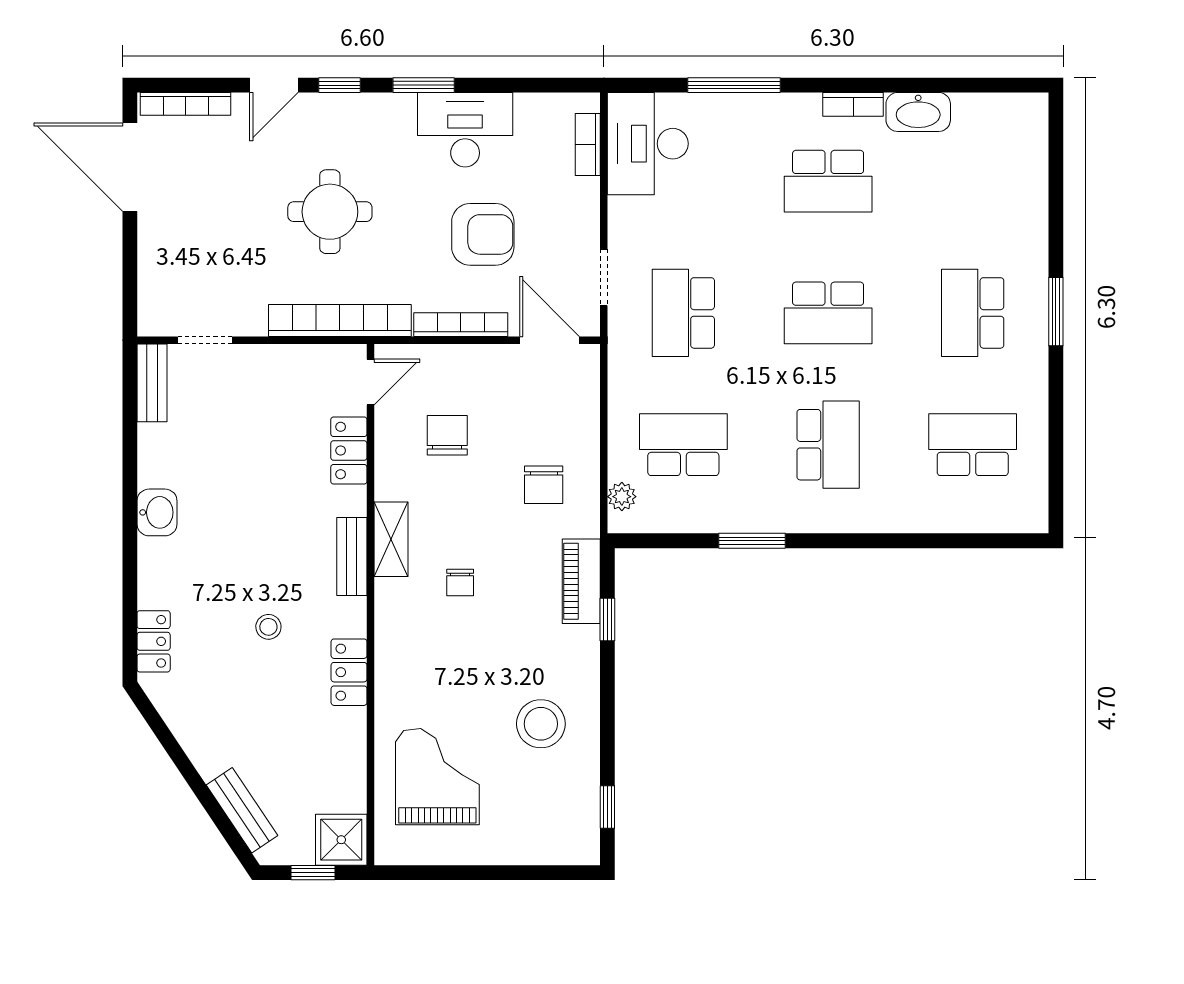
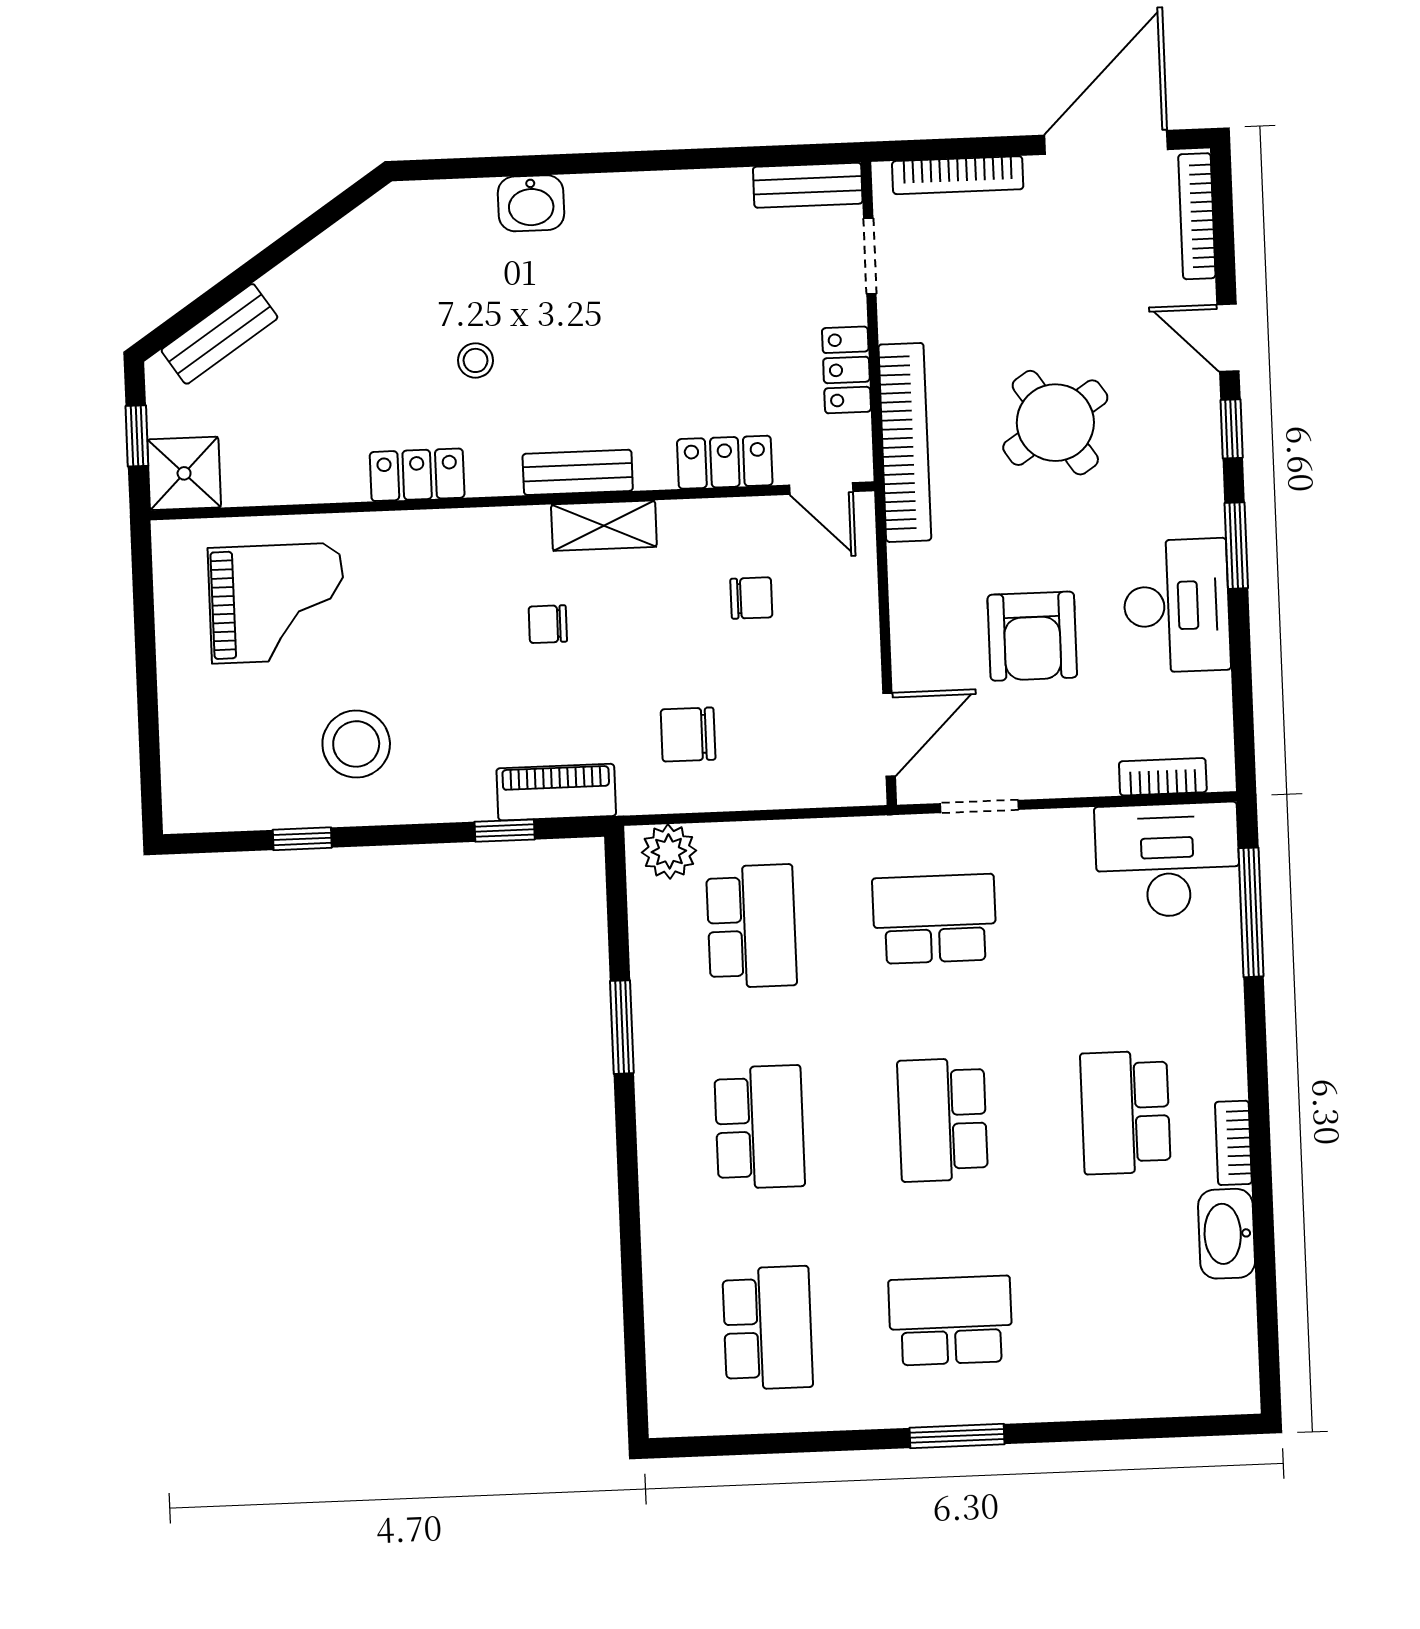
window: (734, 85) -> (1251, 912), moved
round table: (330, 212) -> (1055, 423), turned -34
bookcase: (461, 325) -> (958, 175), moved, turned 90
chair: (447, 435) -> (751, 598), width x0.73, depth x0.73
school desk: (828, 445) -> (760, 1127), turned -90
plant: (622, 497) -> (669, 851), width x1.38, depth x1.38
washbasin: (157, 512) -> (531, 203), moved
locker: (154, 641) -> (846, 370), moved, turned 90
window: (607, 807) -> (302, 839), moved

